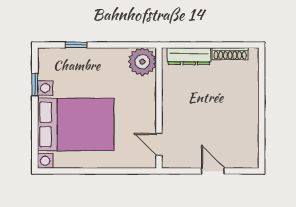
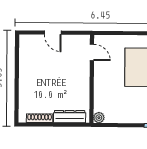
plant: (142, 62) -> (99, 118), width x0.53, depth x0.53

